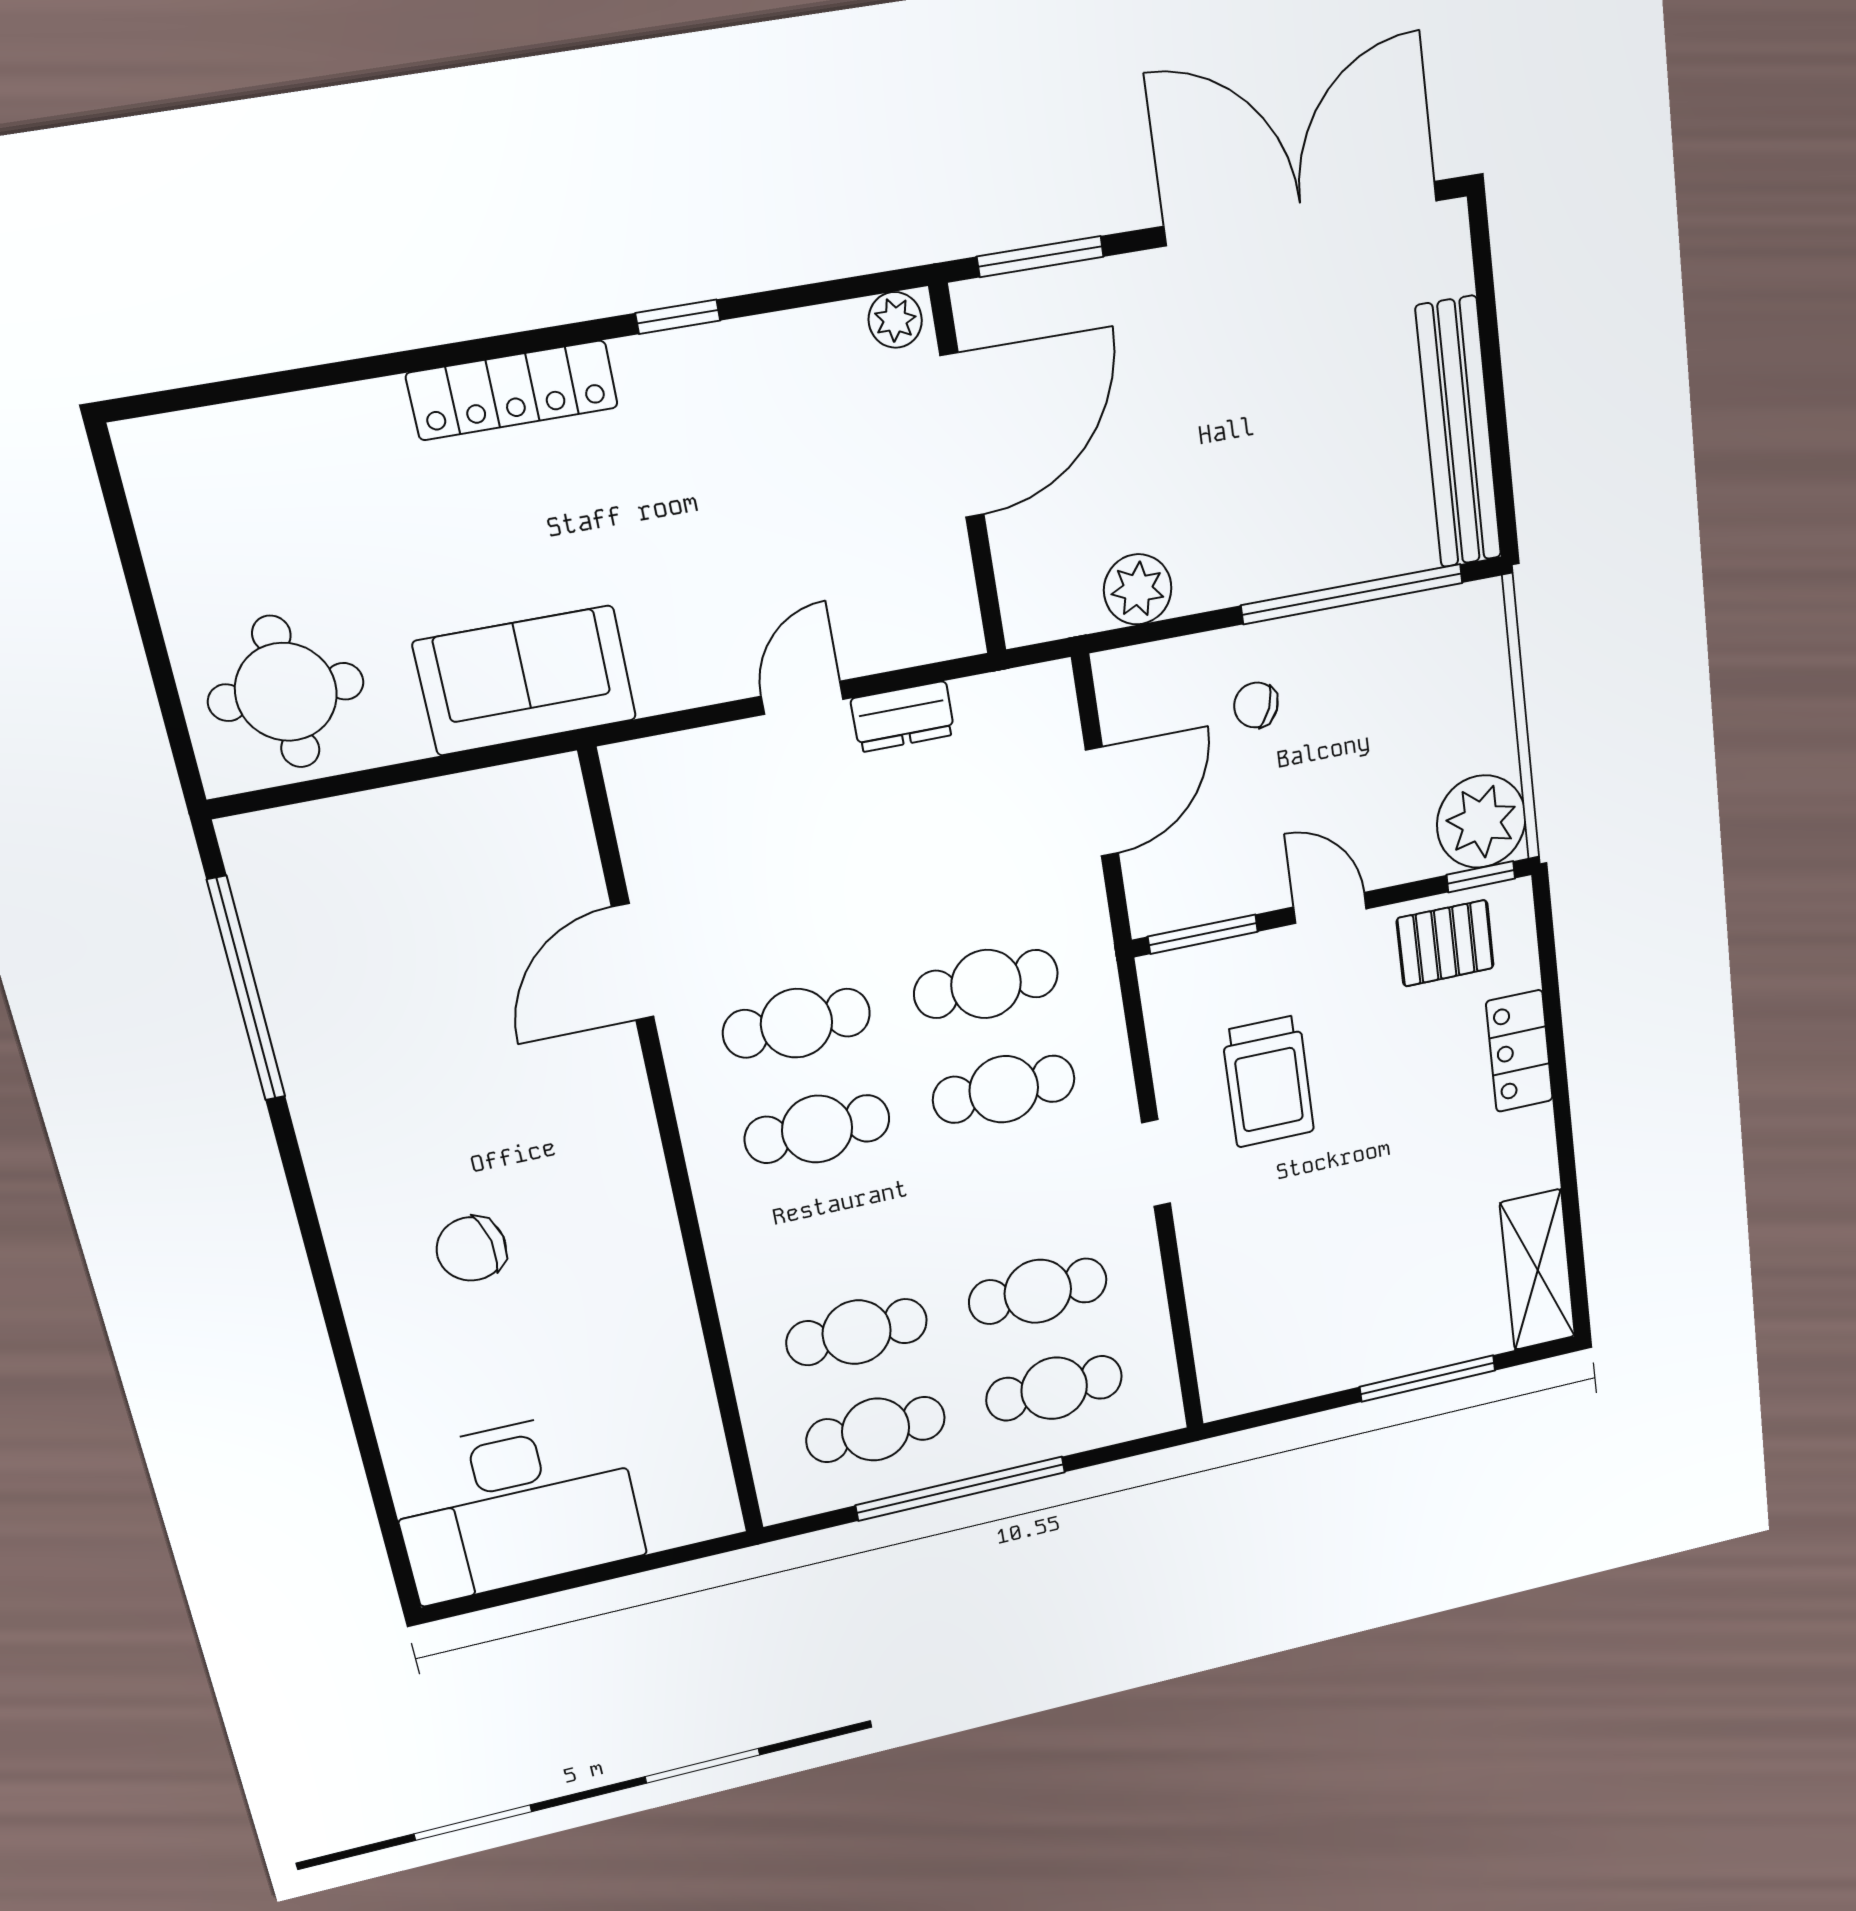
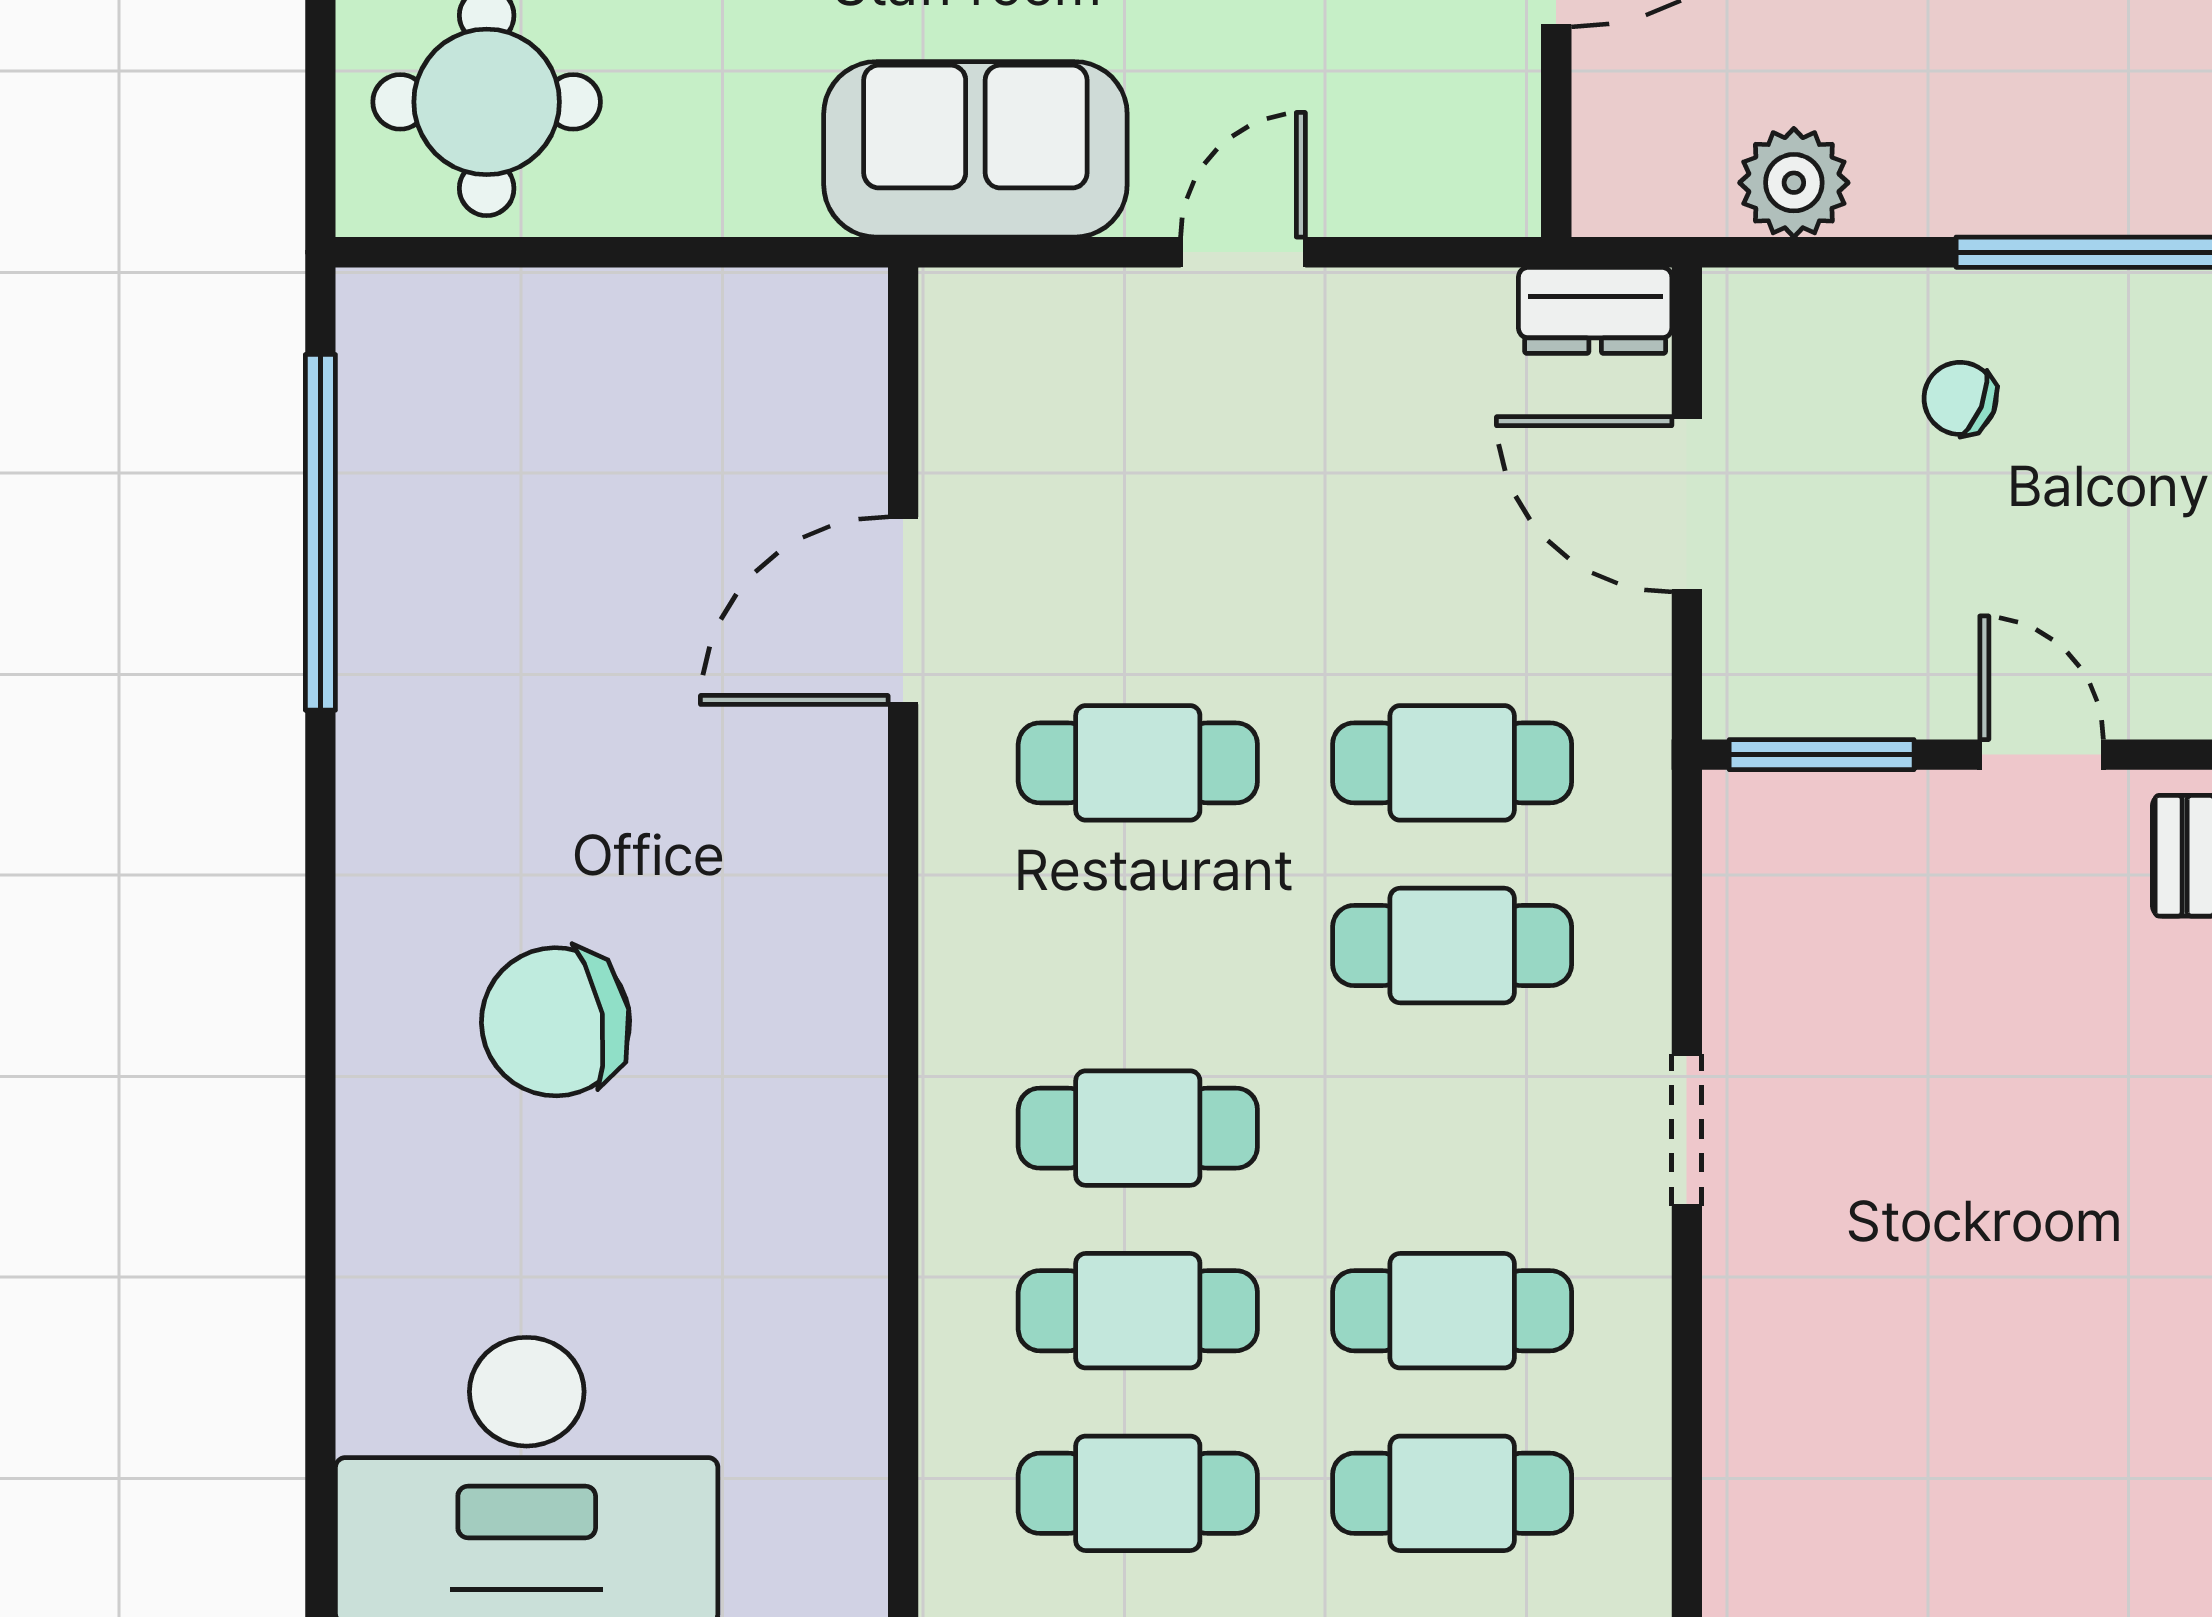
sofa: (525, 681) -> (975, 149), moved
dresser: (903, 717) -> (1595, 310), moved
door: (1102, 802) -> (1687, 504), swing flipped
trolley: (1268, 1081) -> (1898, 1030), removed
cafe table: (817, 1129) -> (1138, 1128), moved
chair: (471, 1249) -> (556, 1022), width x1.37, depth x1.37

